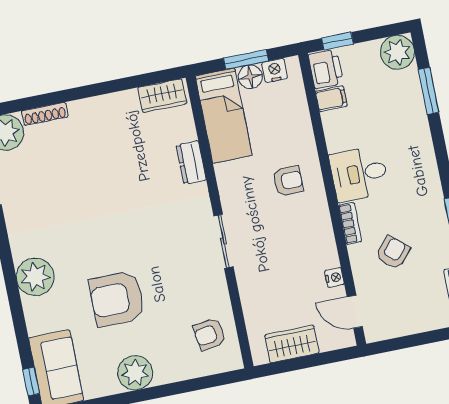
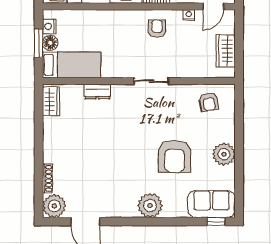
armchair: (288, 181) -> (157, 29), moved

